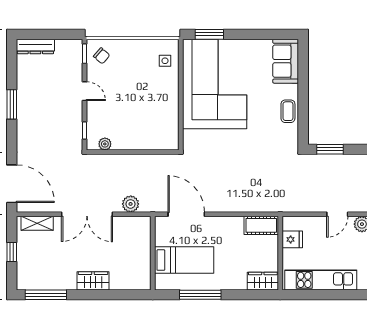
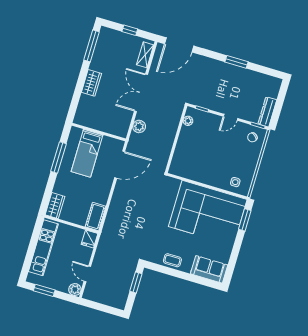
dresser: (35, 46) -> (267, 112), moved
fridge: (292, 239) -> (90, 239), moved

